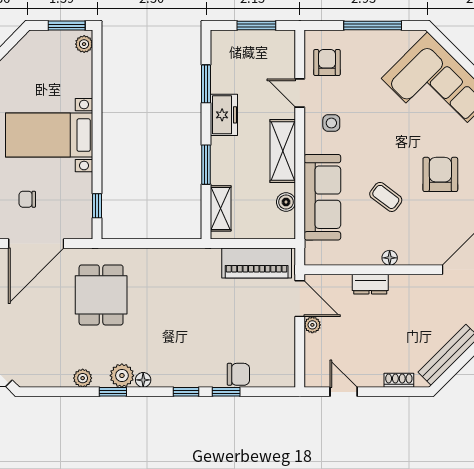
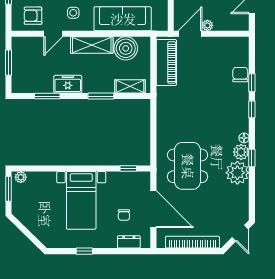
boiler: (286, 202) -> (126, 48), width x1.86, depth x1.86
dining table: (101, 295) -> (188, 166), width x1.38
plant: (83, 378) -> (237, 173), width x1.87, depth x1.87

